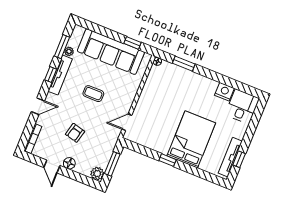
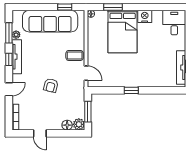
nightstand: (224, 92) -> (145, 16), moved
coffee table: (93, 94) -> (75, 55), moved
door: (127, 122) -> (86, 73), swing flipped
armchair: (75, 133) -> (51, 85), moved
bed: (191, 139) -> (123, 32), moved, turned 180
floor lamp: (69, 163) -> (67, 125), moved

